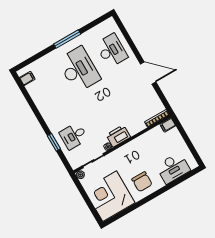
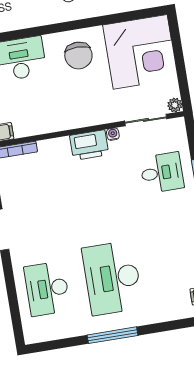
chair: (142, 182) -> (78, 56), turned 180

